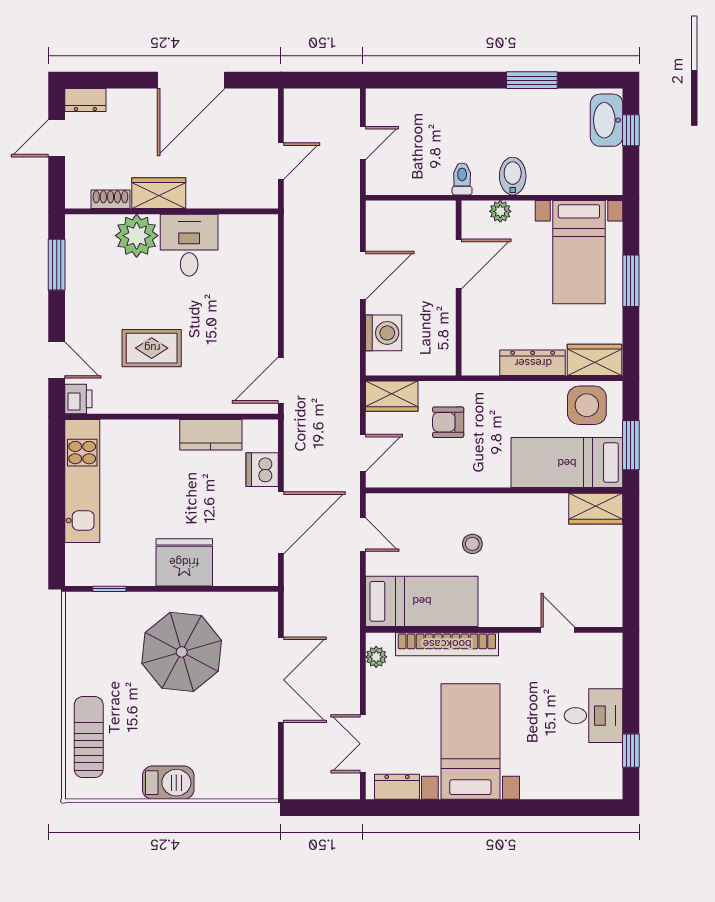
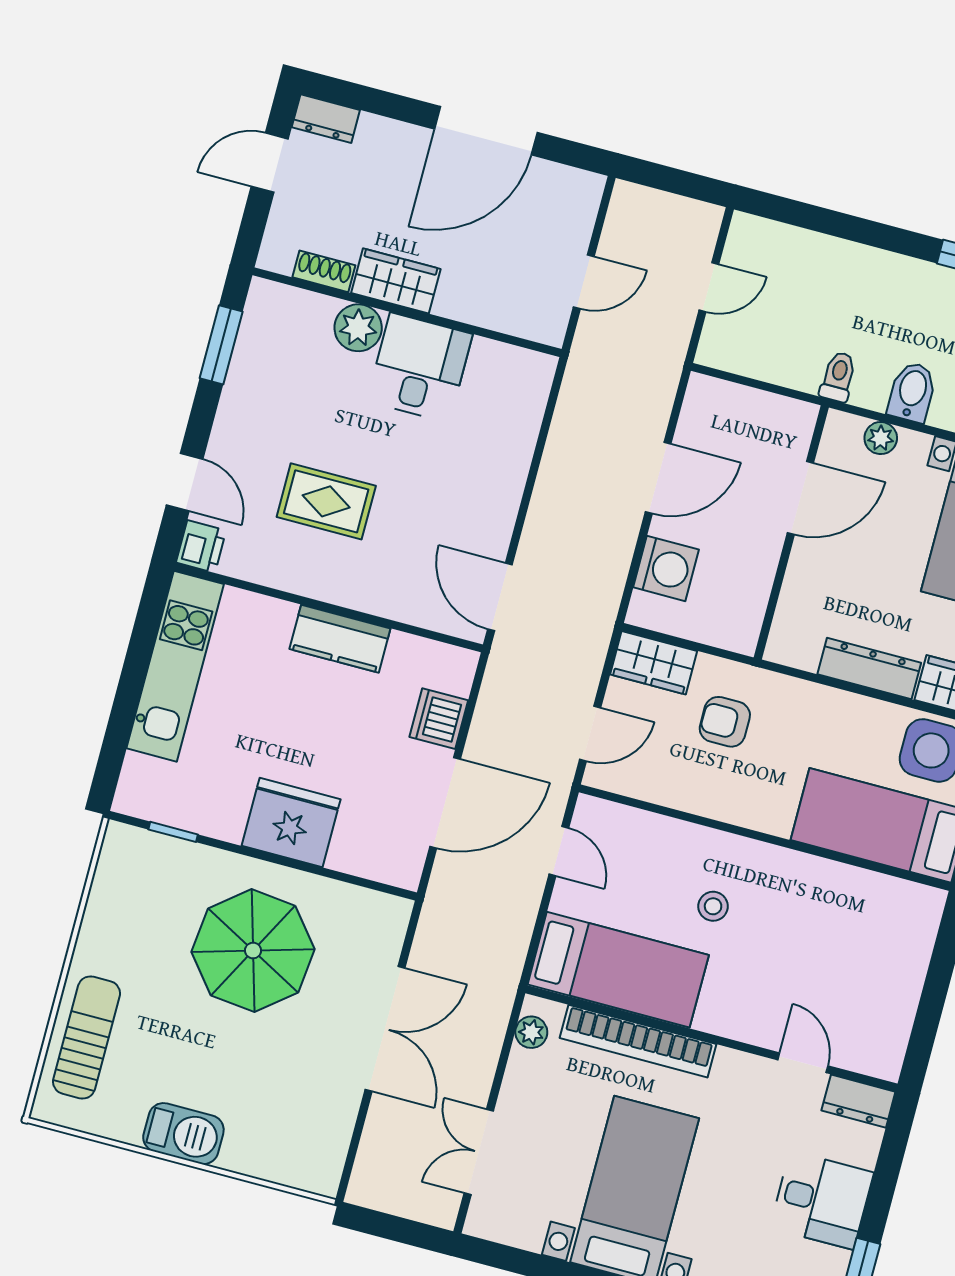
plant: (137, 236) -> (358, 328), width x0.73, depth x0.73
door: (281, 380) -> (500, 597), hinge flipped
kitchen counter: (211, 435) -> (340, 639), moved
wardrobe: (596, 509) -> (904, 903), removed
dresser: (397, 787) -> (858, 1101), moved, turned 180

